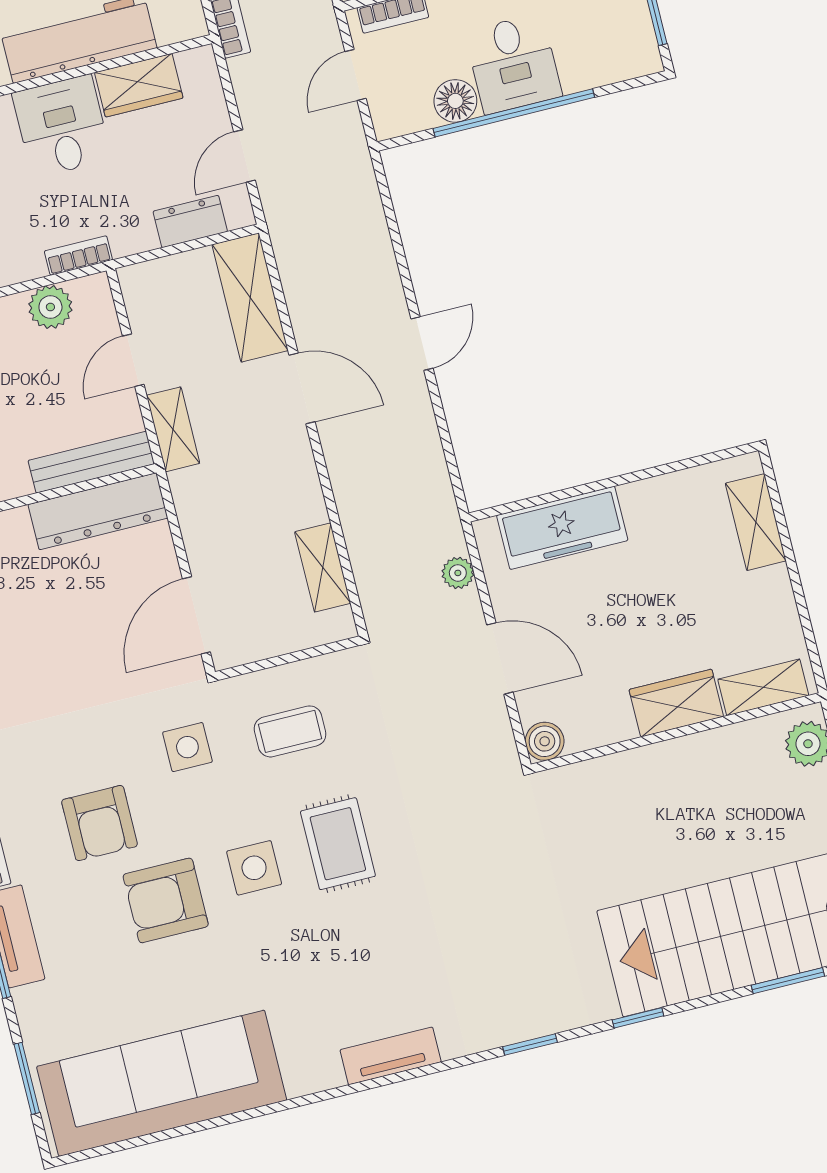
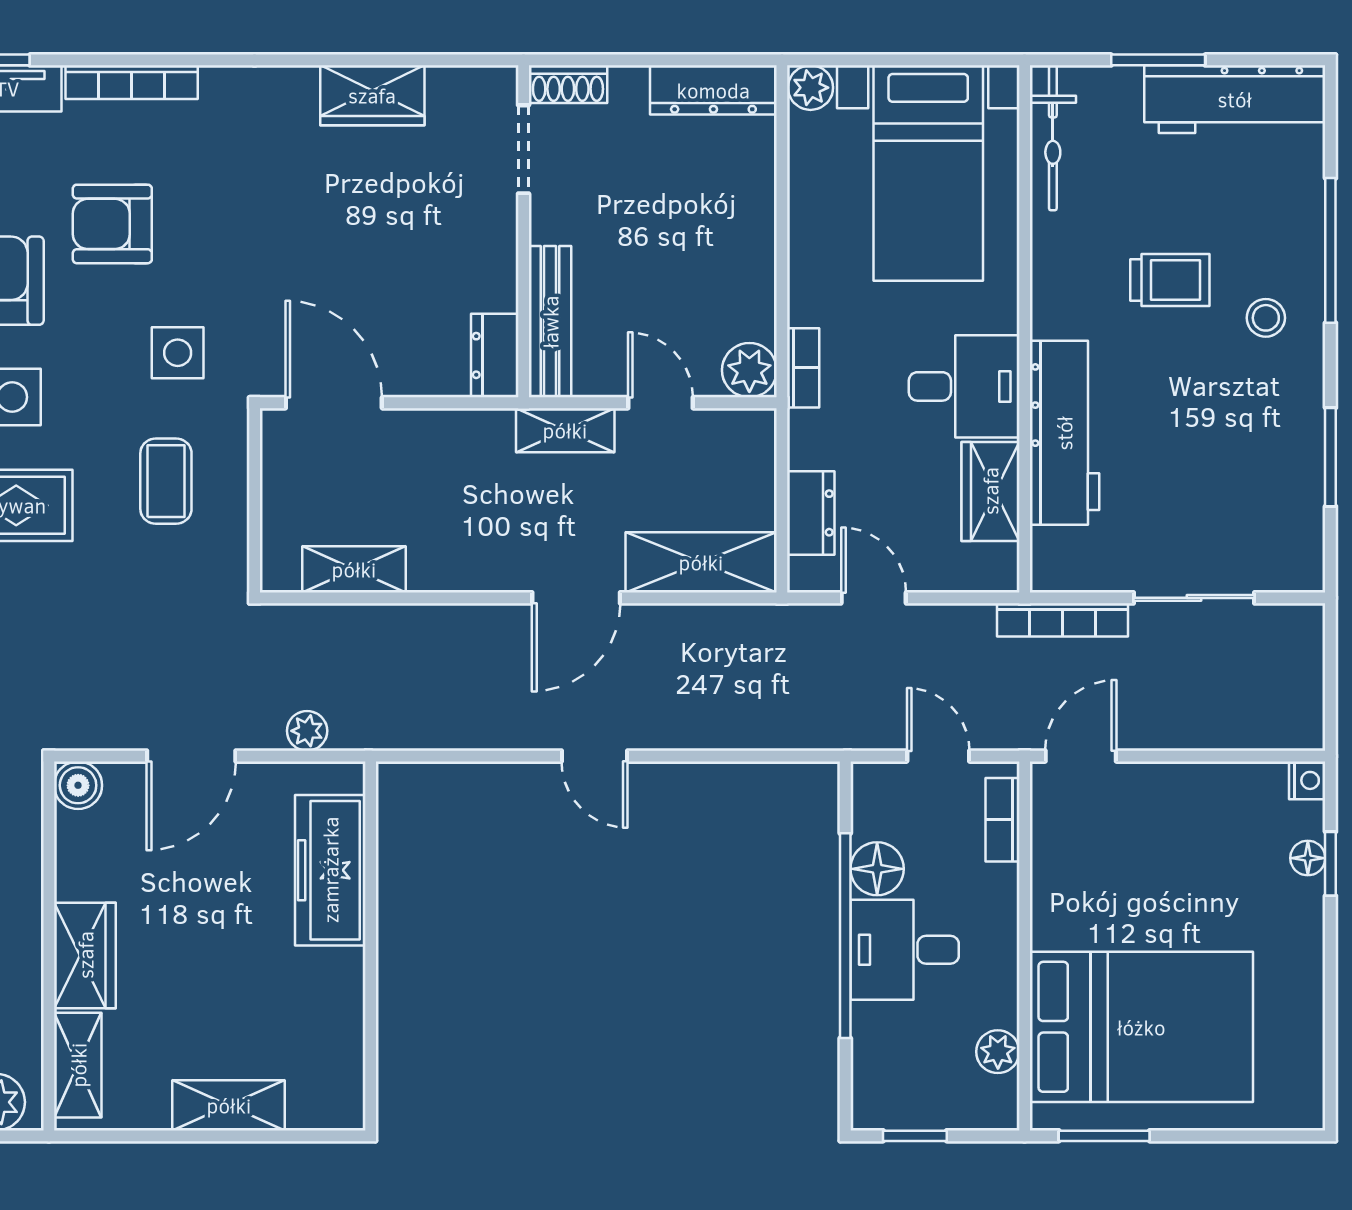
plant: (50, 307) -> (749, 370), moved
dresser: (98, 511) -> (495, 355), width x0.51, depth x0.80
shelving: (756, 522) -> (229, 1105), moved

